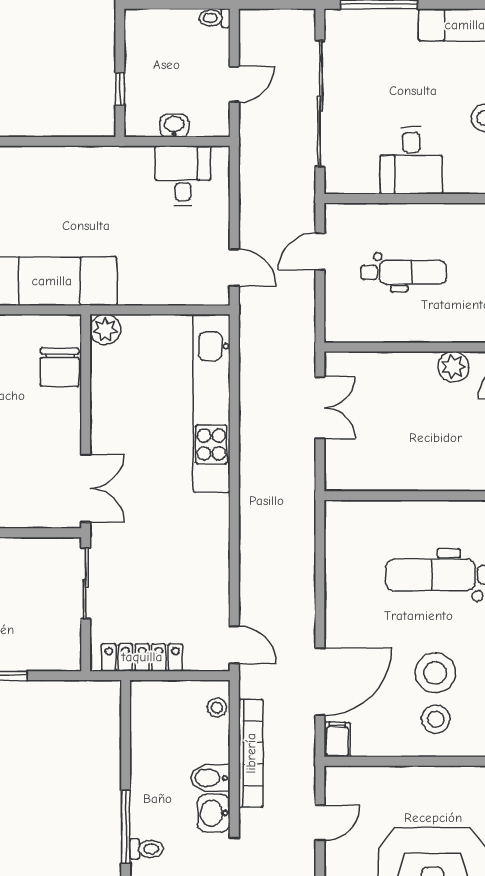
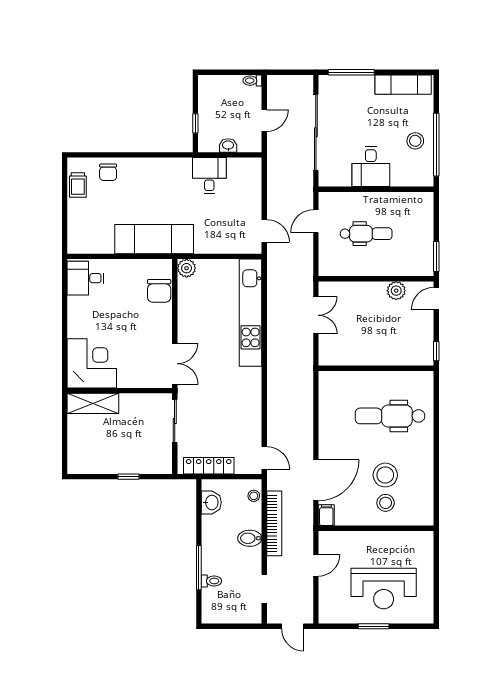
desk: (183, 176) -> (209, 176), moved
washbasin: (214, 813) -> (211, 502), moved, turned 180

